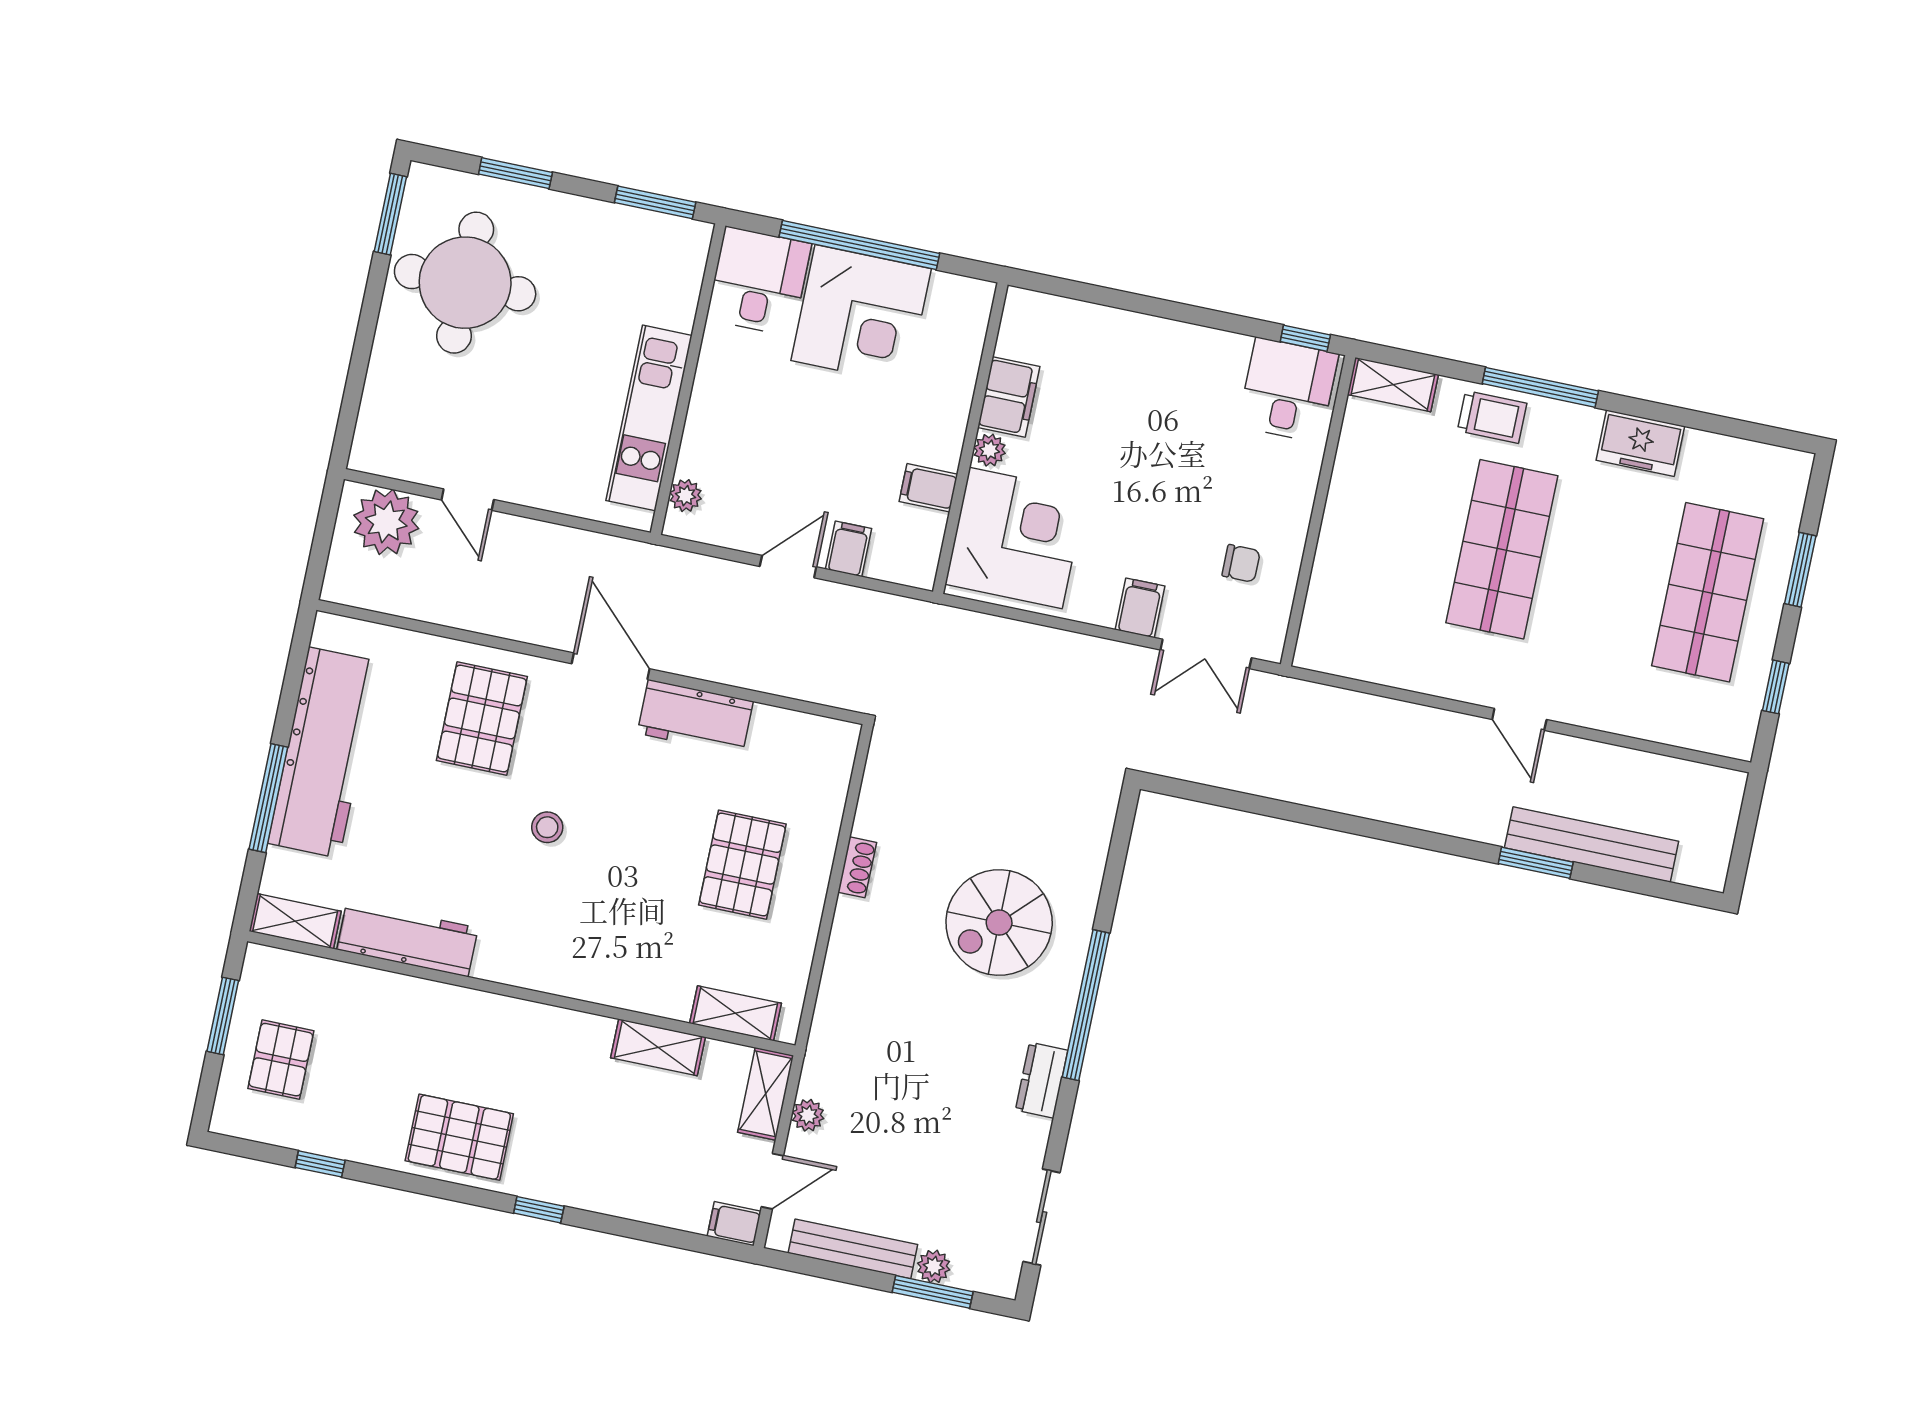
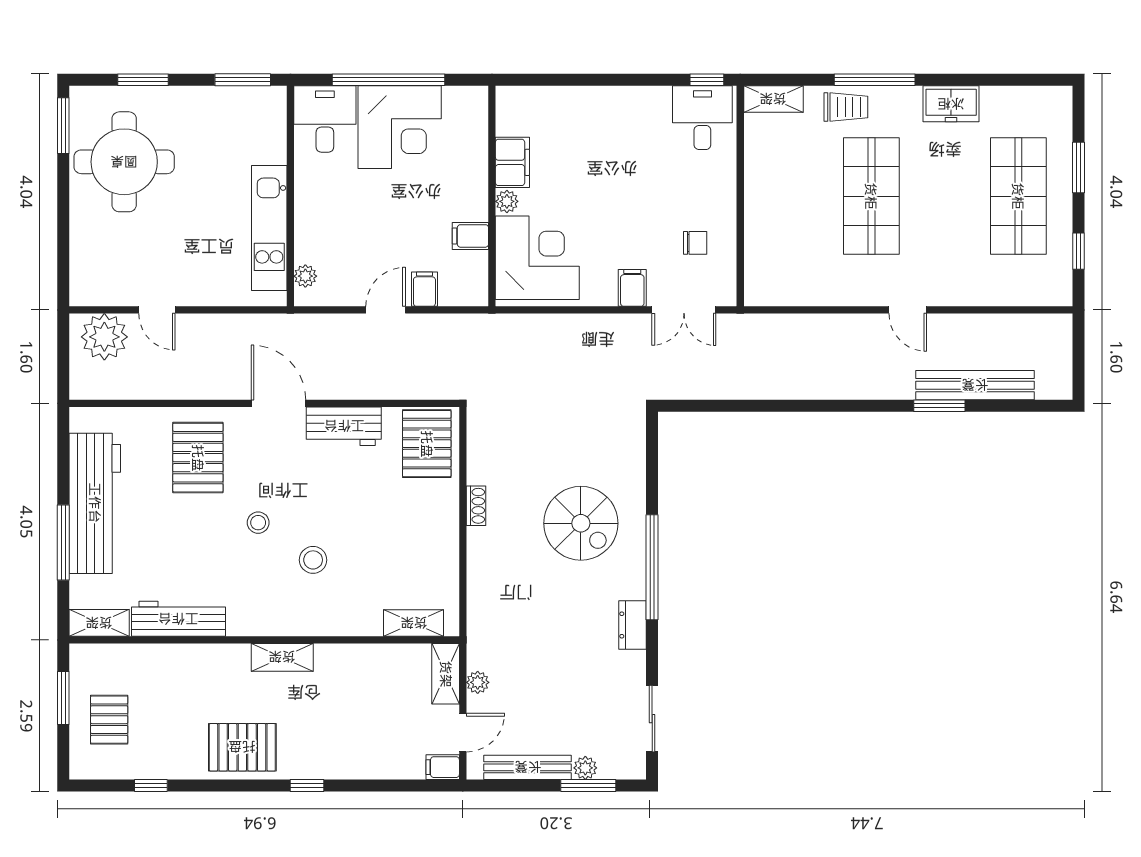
pallet: (742, 865) -> (427, 444), moved
stool: (613, 895) -> (313, 560), added
spiral stairs: (999, 923) -> (581, 523), turned -90
shelving: (658, 1047) -> (282, 657), moved

